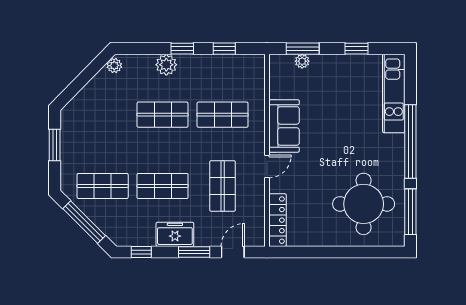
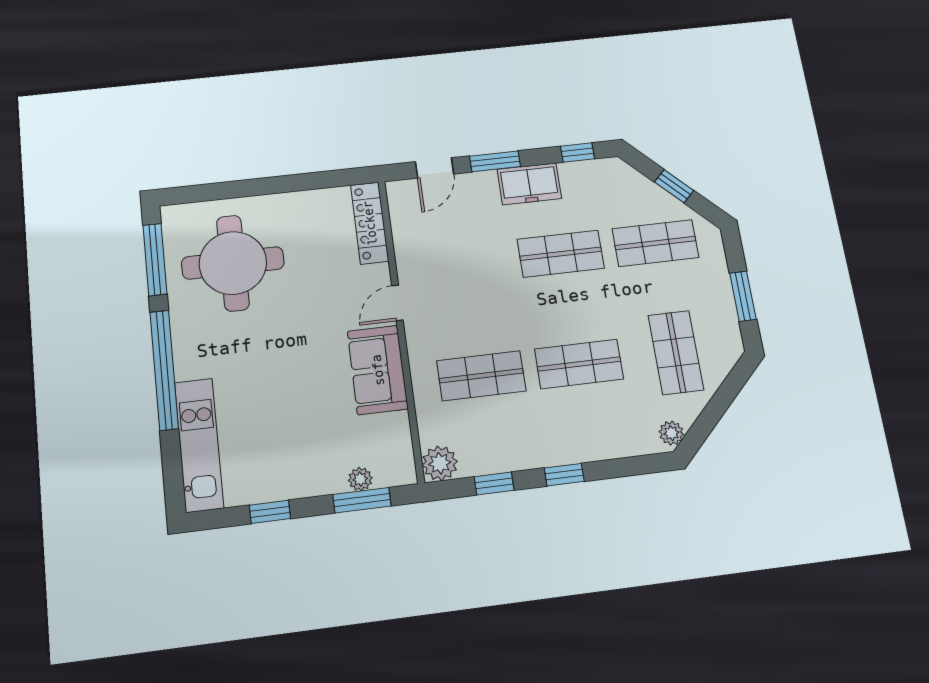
plant: (166, 65) -> (440, 463), moved
shop shelf: (223, 186) -> (676, 352), moved
window: (84, 222) -> (674, 186), width x0.46

